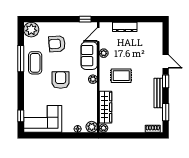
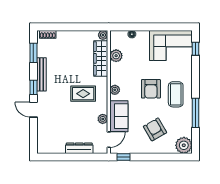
armchair: (57, 44) -> (155, 129), turned -116
coffee table: (35, 63) -> (176, 94), moved
plant: (92, 127) -> (116, 56), moved

